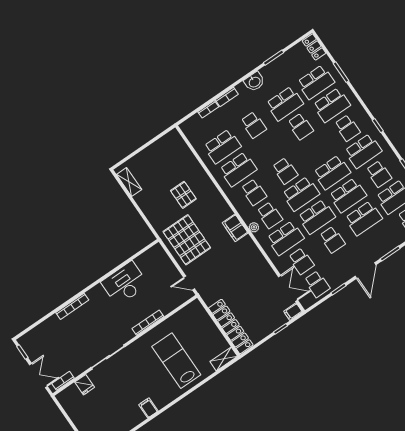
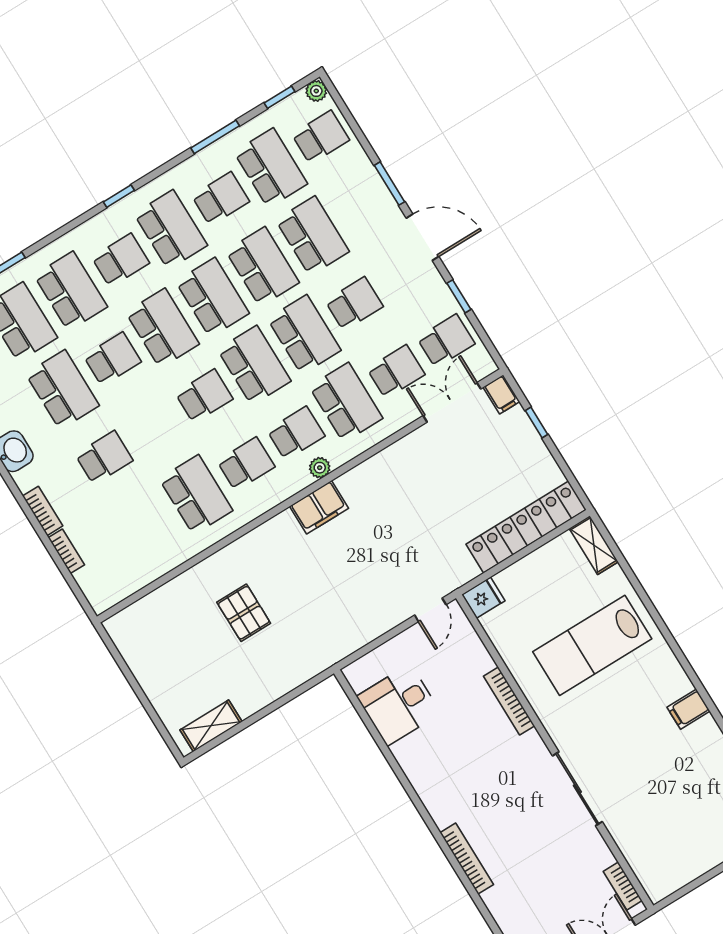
school desk: (222, 146) -> (162, 328), moved
pallet: (183, 195) -> (244, 613), turned 90
pallet: (187, 240) -> (339, 610), removed
desk: (125, 283) -> (399, 705), moved, width x0.73
fridge: (85, 385) -> (483, 598), moved

